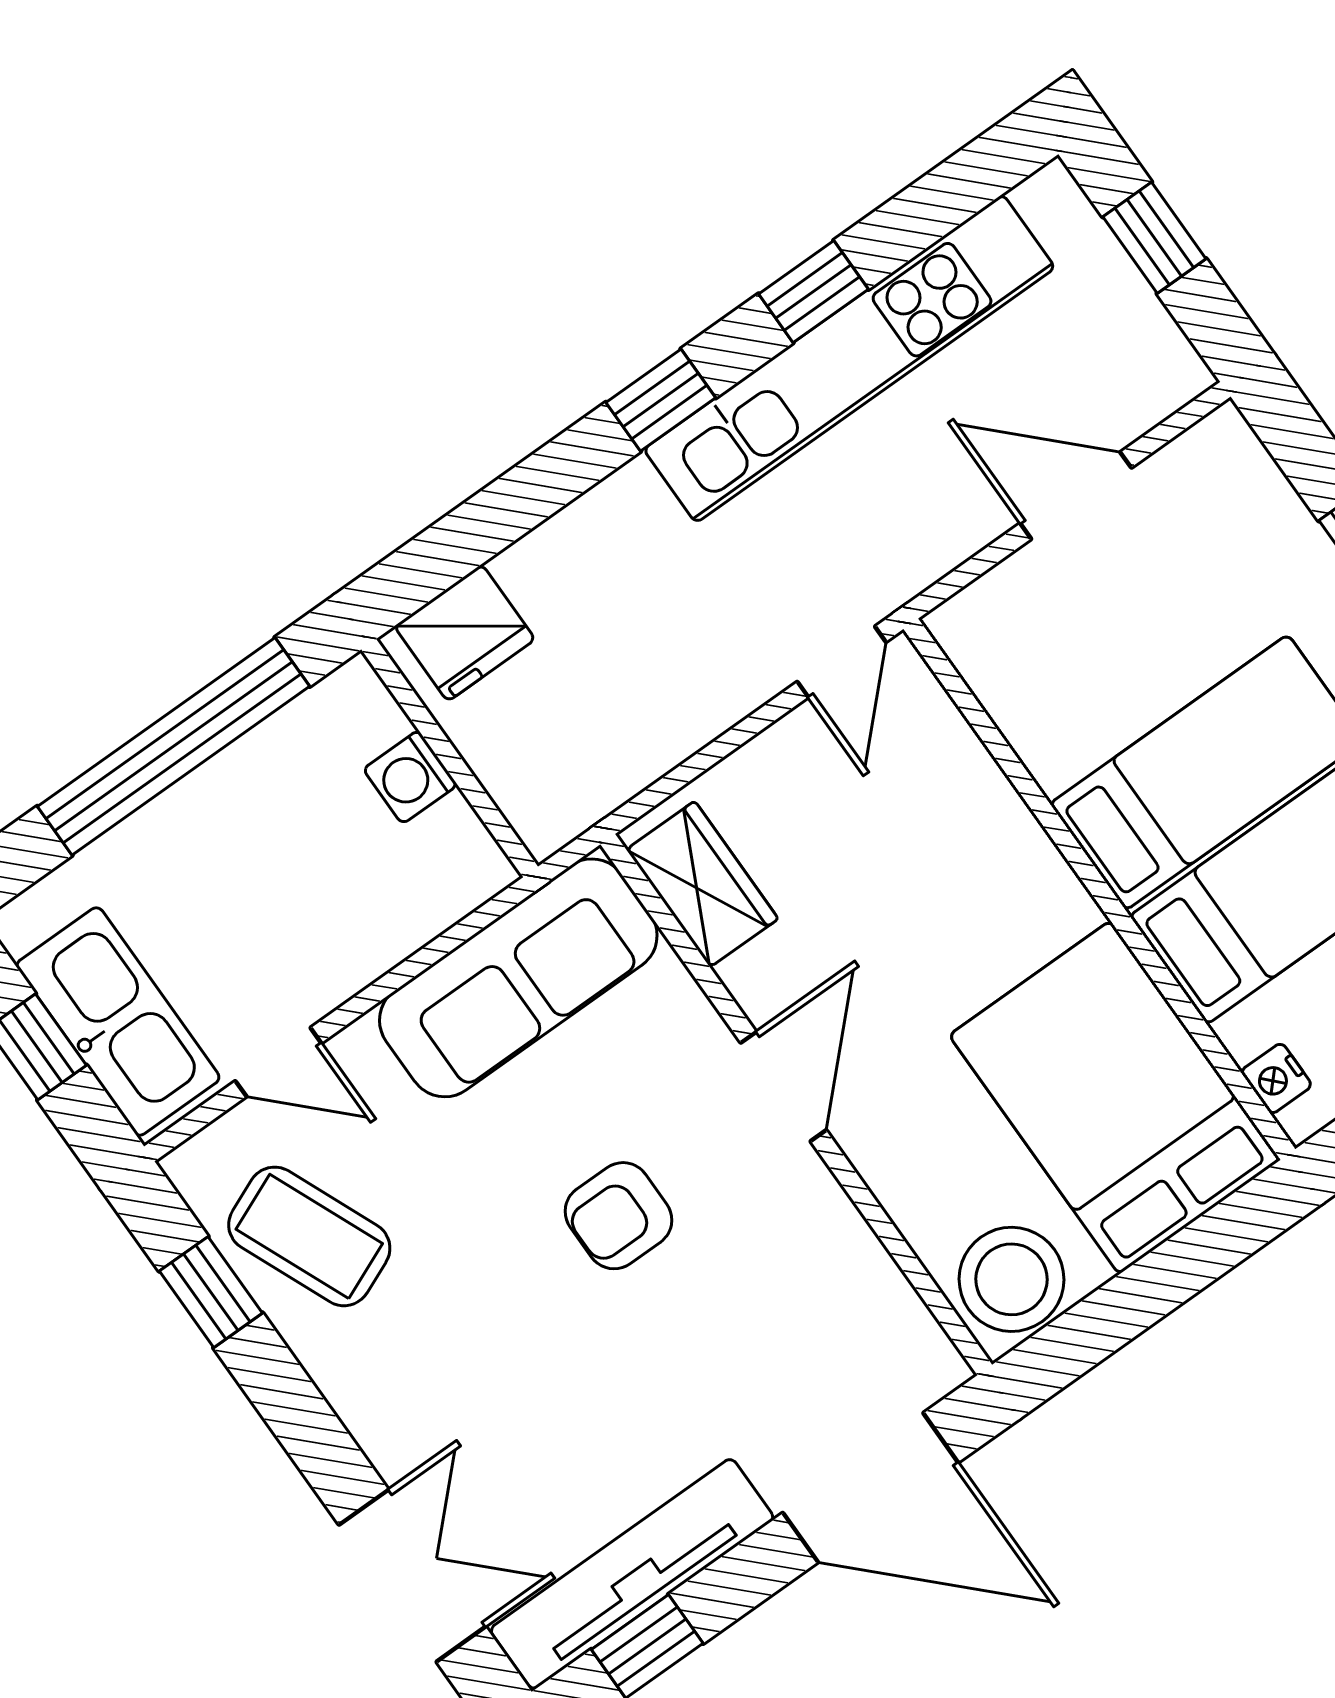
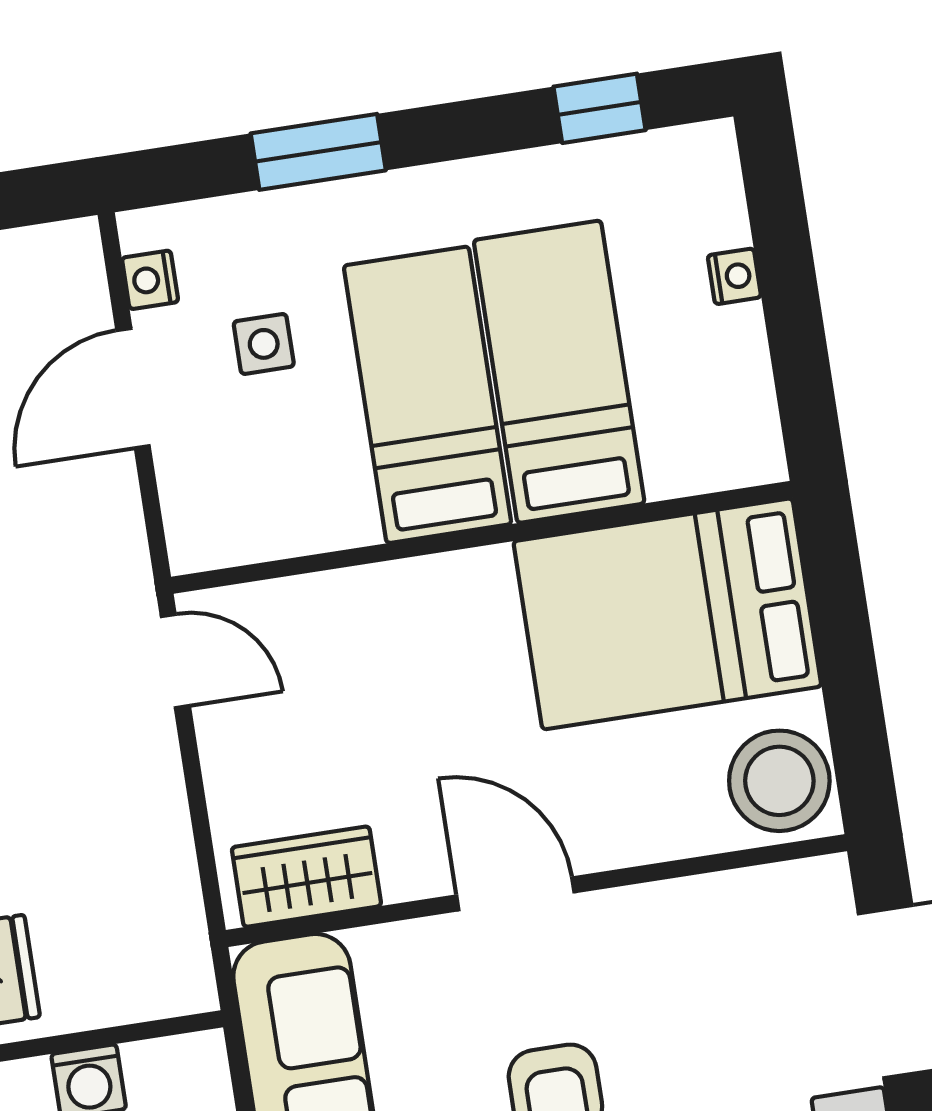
side table: (1178, 596) -> (264, 344), added
nightstand: (1276, 1078) -> (150, 280), moved, turned 90

